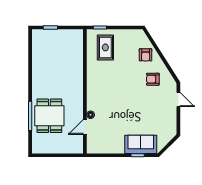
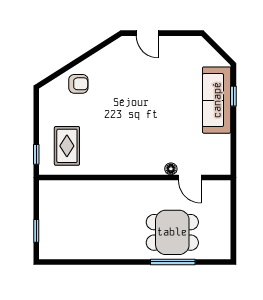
rug: (105, 47) -> (67, 146), turned 90
armchair: (153, 79) -> (116, 73), removed
door: (178, 99) -> (147, 33), swing flipped
sofa: (141, 144) -> (217, 100), width x1.36

